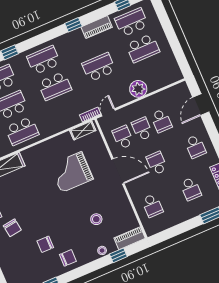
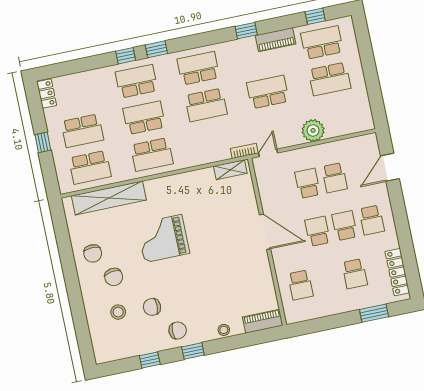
school desk: (123, 137) -> (345, 226), moved
grand piano: (72, 172) -> (163, 239), moved
stool: (96, 219) -> (118, 312), moved
window: (118, 255) -> (193, 351), moved

